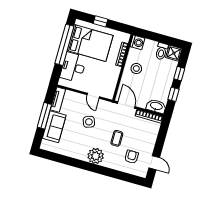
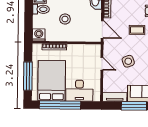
window: (101, 21) -> (28, 76), width x2.17
stool: (136, 69) -> (65, 19), moved
door: (93, 96) -> (102, 64), hinge flipped
door: (126, 105) -> (102, 29), swing flipped

